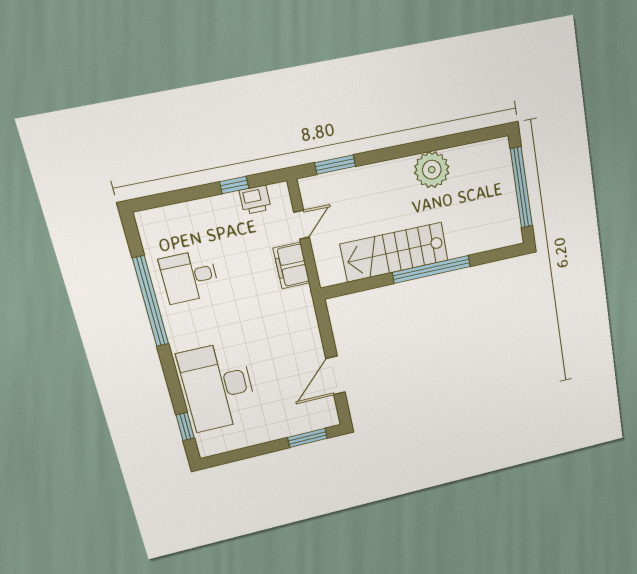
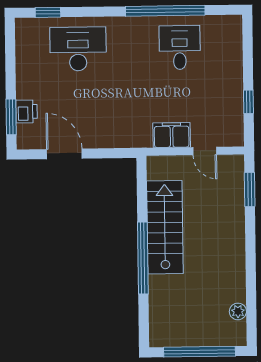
plant: (432, 170) -> (238, 311), moved, width x0.53, depth x0.53
printer: (255, 200) -> (26, 111), moved, turned 180
desk: (218, 386) -> (78, 49), width x0.73, depth x0.77

